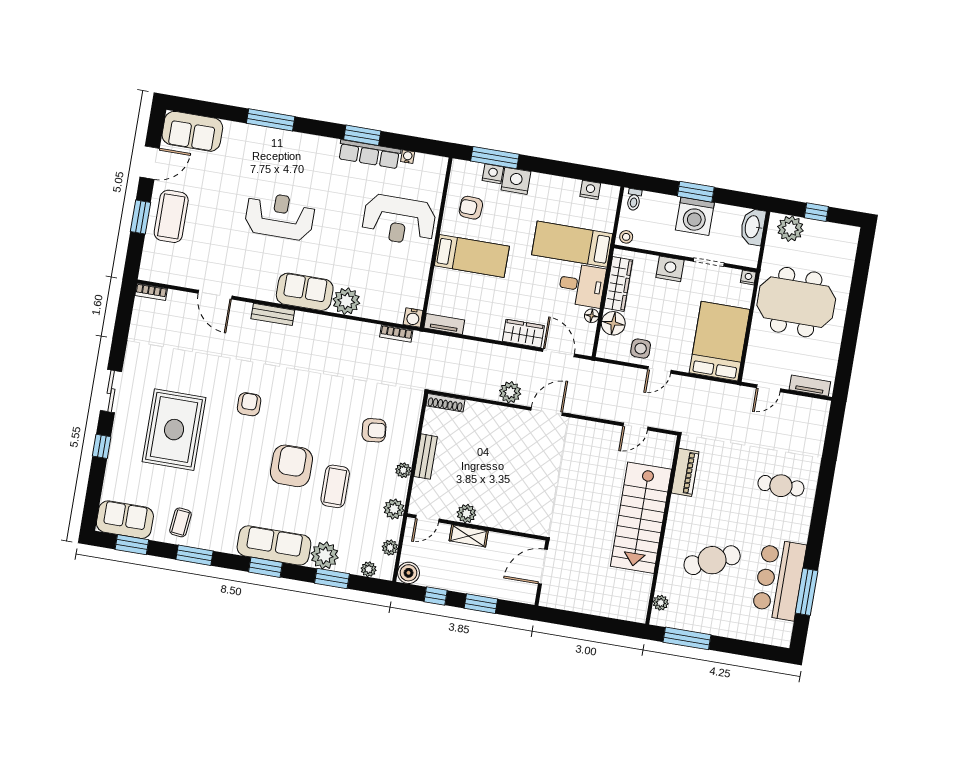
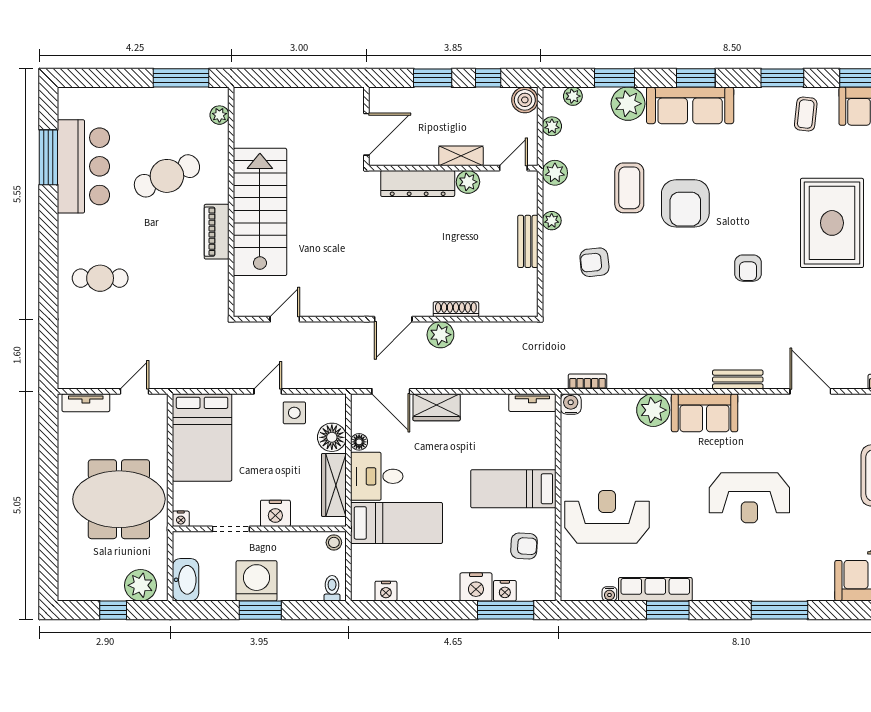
shoe rack: (445, 403) -> (456, 309), moved
piano: (685, 472) -> (217, 232), moved
dresser: (508, 519) -> (418, 184), added

